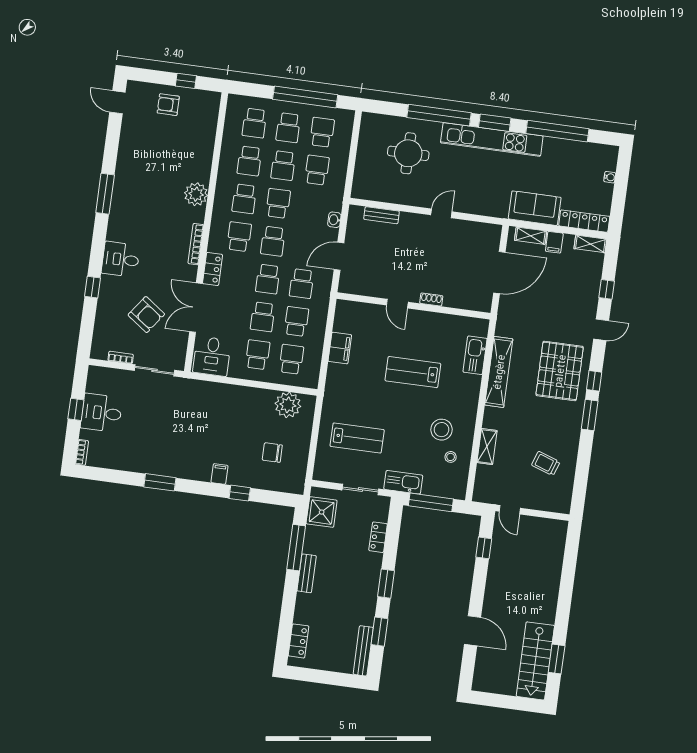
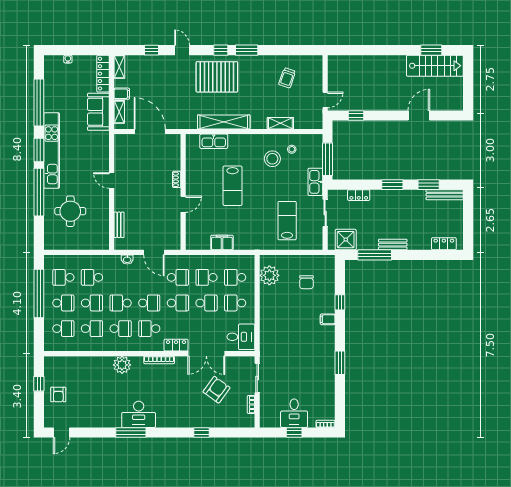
desk: (121, 259) -> (139, 414), moved, width x1.37

